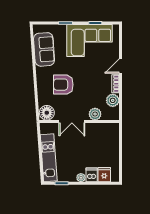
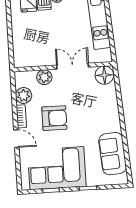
door: (121, 66) -> (16, 139), hinge flipped
armchair: (63, 85) -> (54, 118), moved

